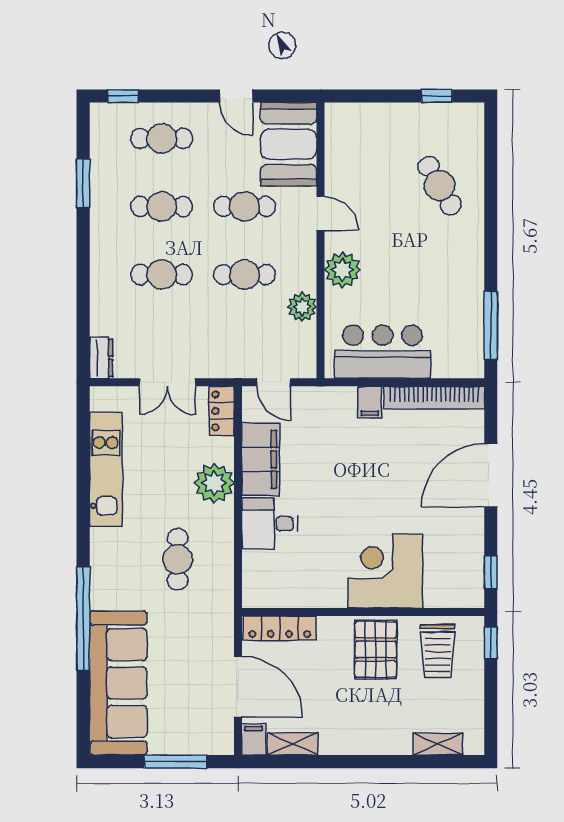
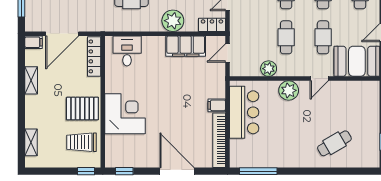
desk: (270, 524) -> (127, 51), moved
shelving: (293, 744) -> (31, 80), moved

